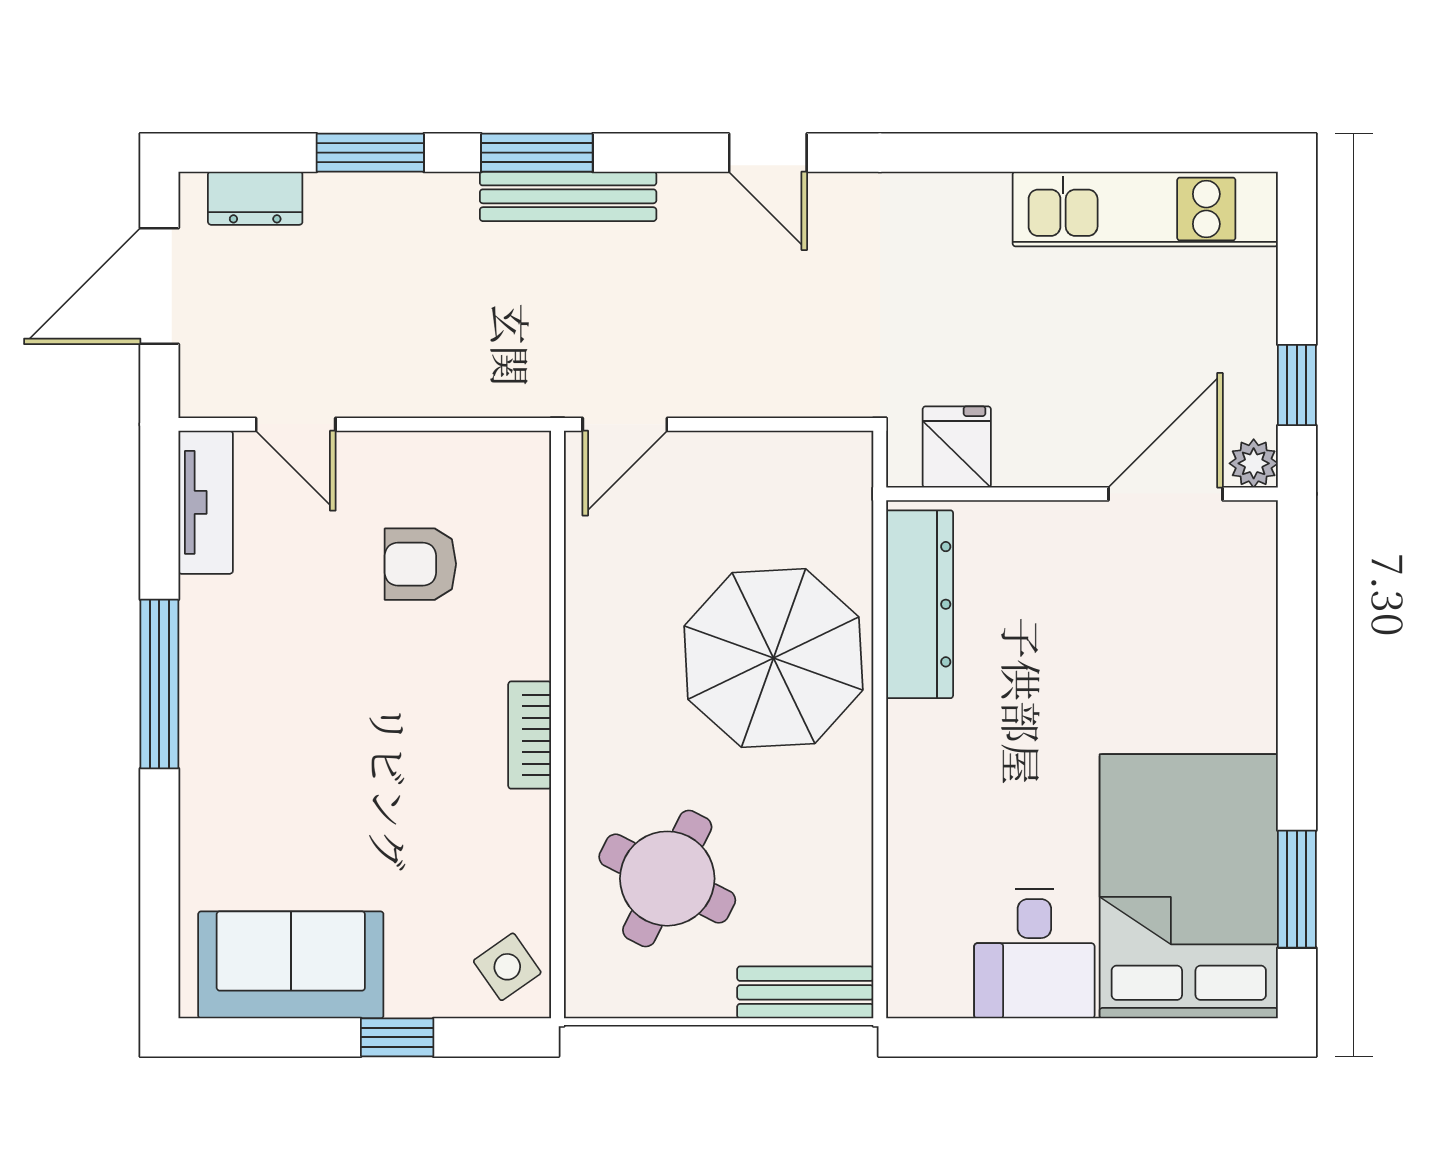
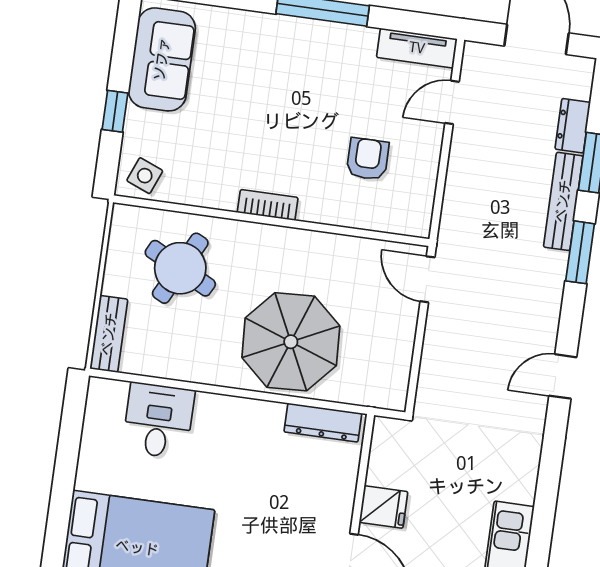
bench: (568, 196) -> (563, 201), moved
dresser: (255, 198) -> (573, 126), moved
fridge: (957, 447) -> (384, 507), moved
dresser: (920, 604) -> (323, 423), width x0.73, depth x0.80
desk: (1034, 954) -> (158, 421), moved, turned 90
side table: (507, 967) -> (145, 176), turned -33

